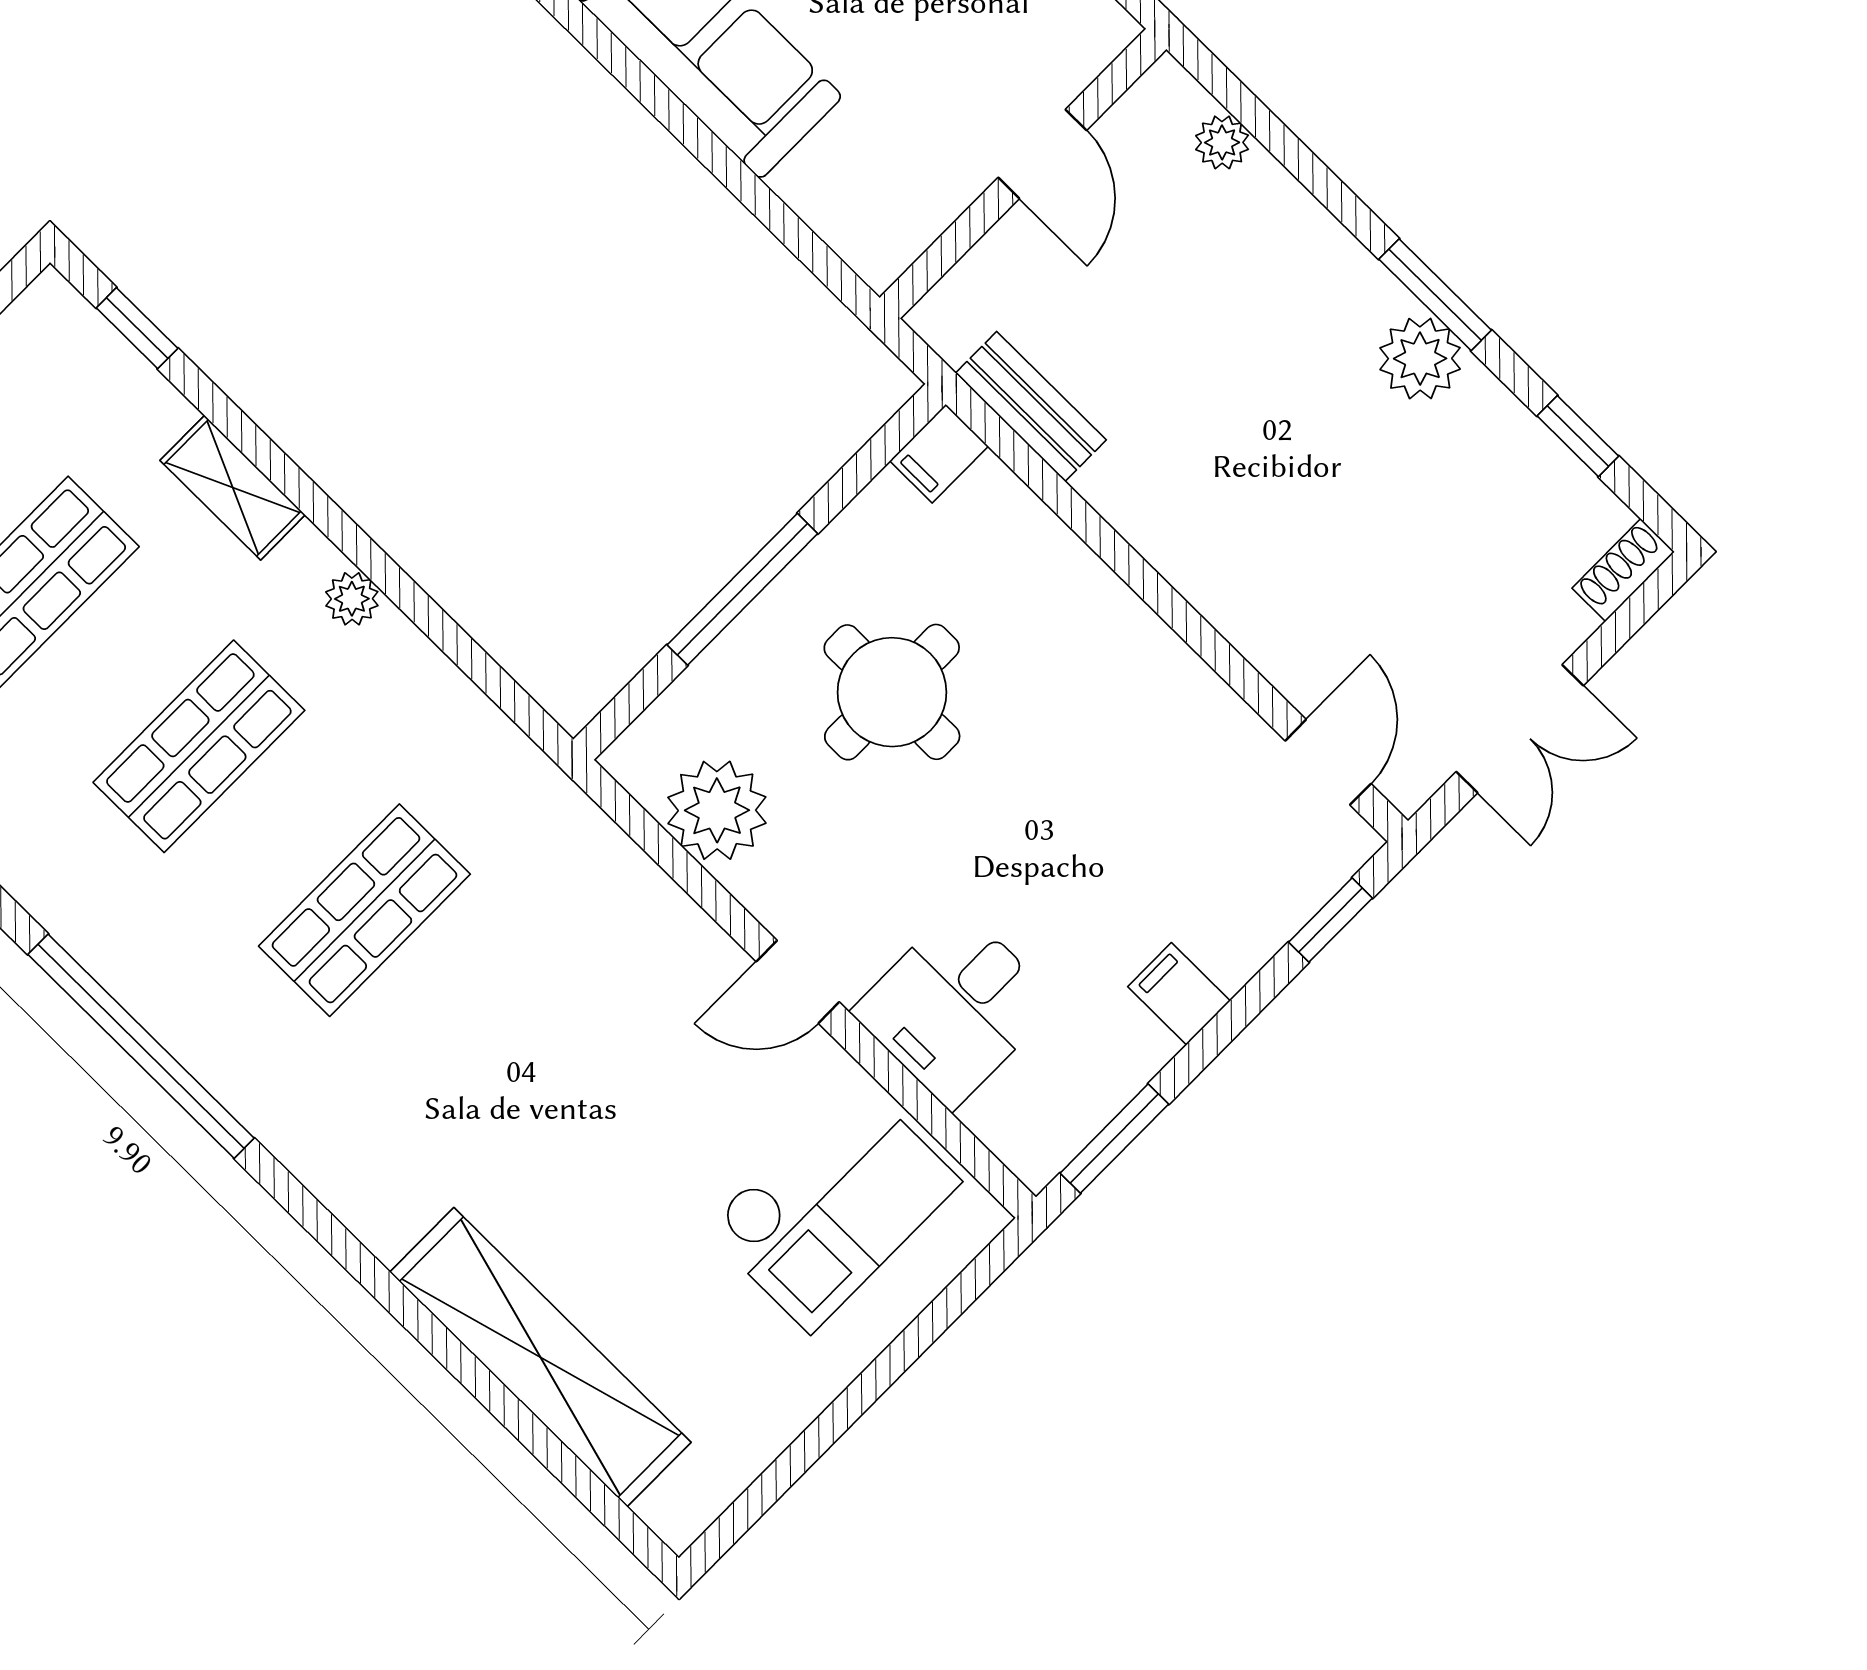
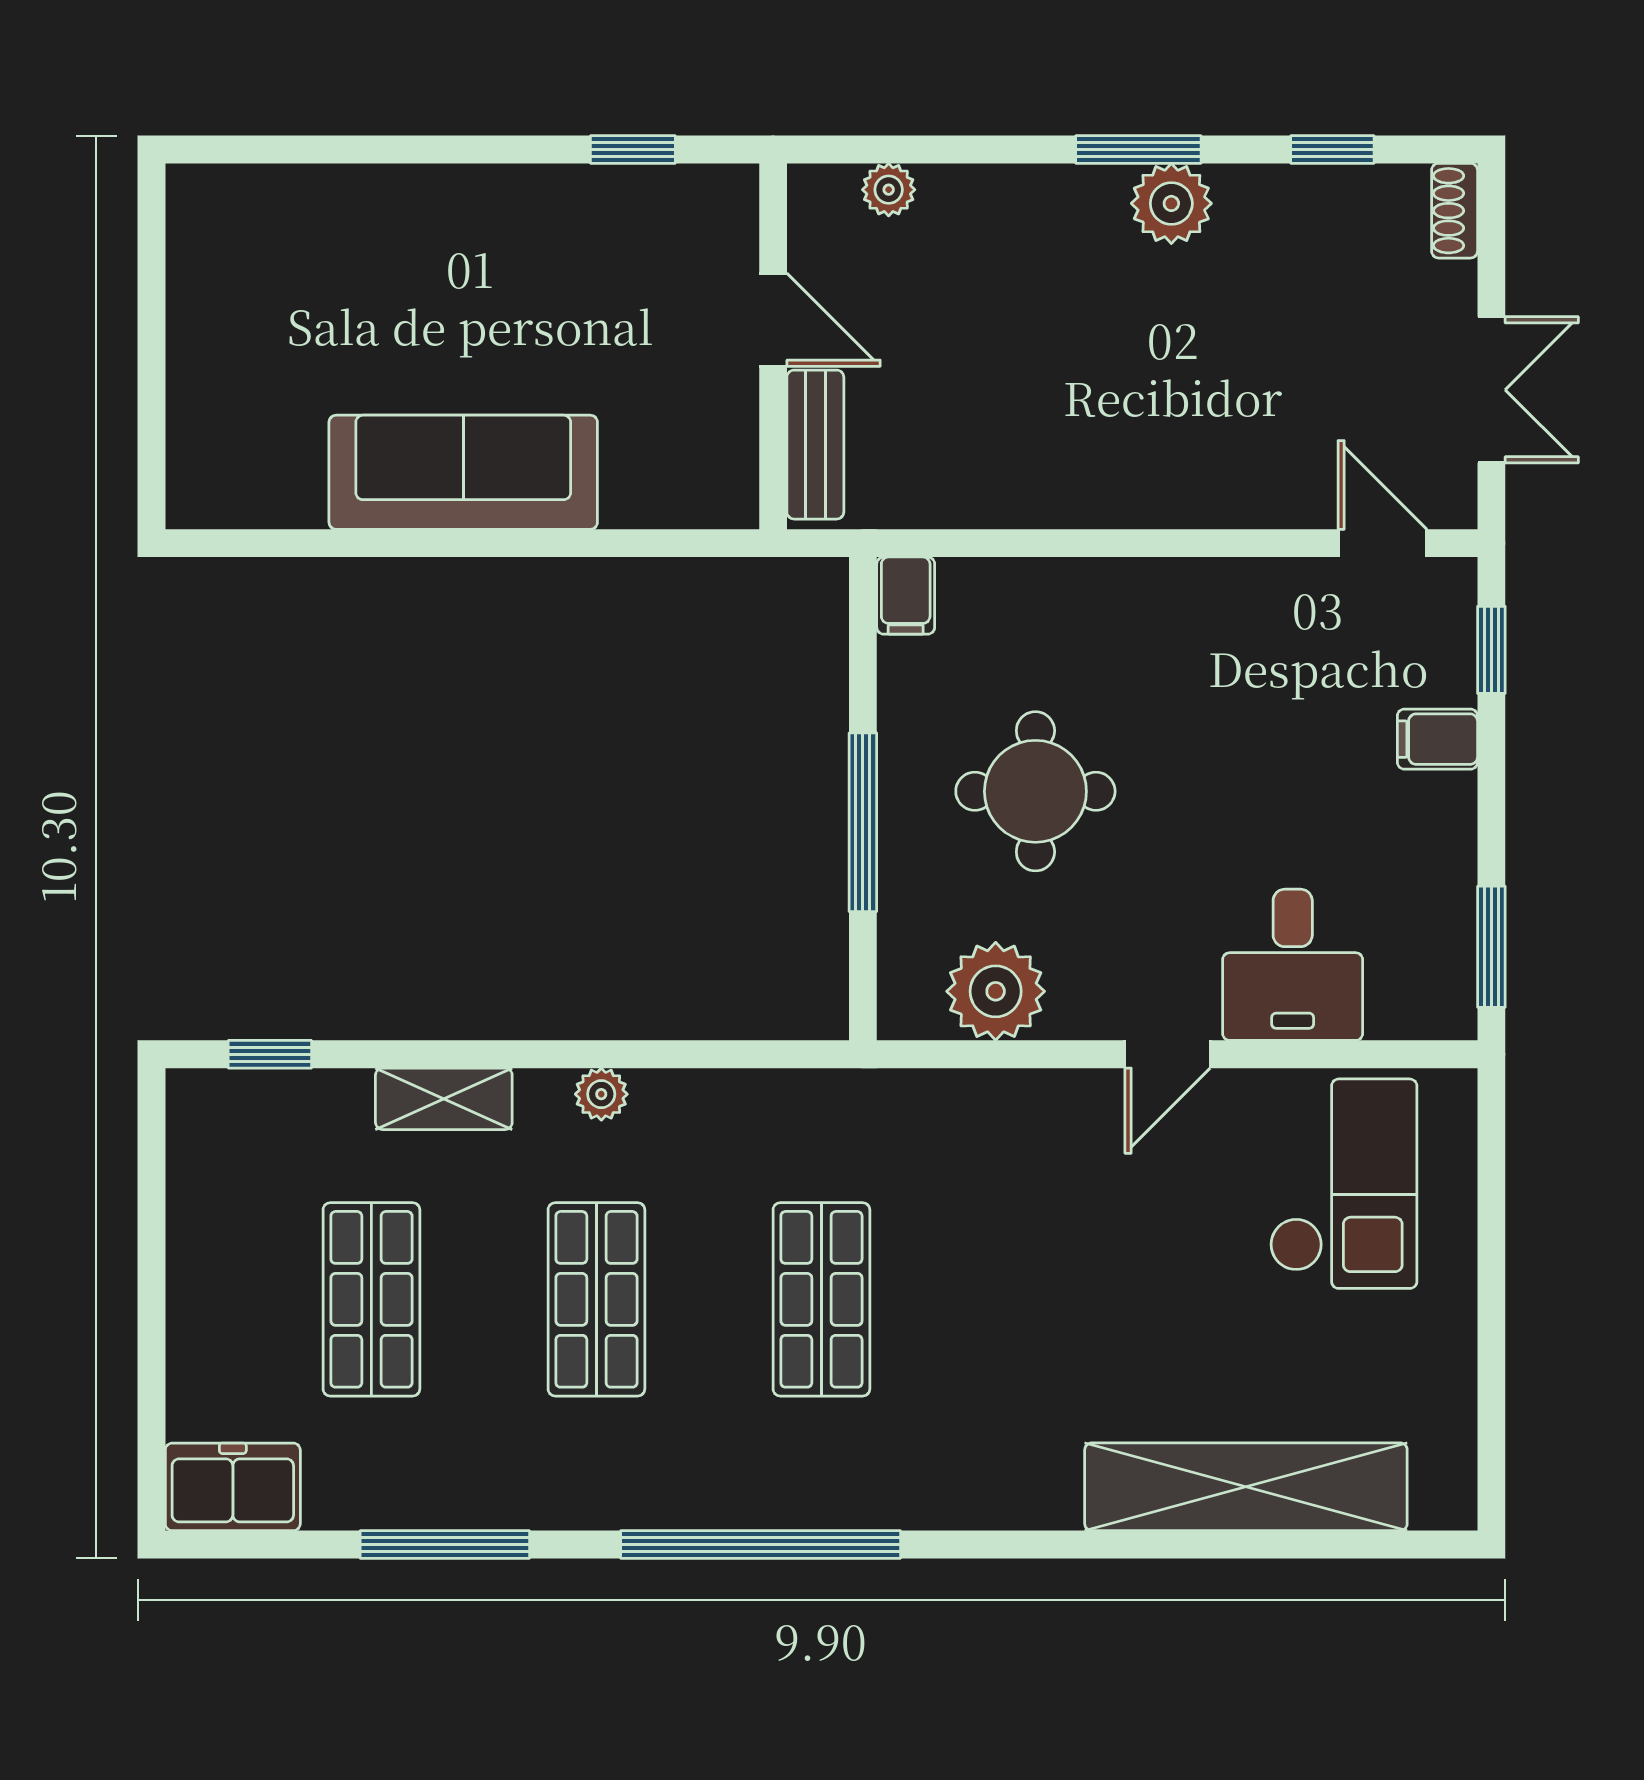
bench: (1031, 407) -> (815, 445), moved, turned 90
filing cabinet: (1179, 994) -> (1437, 739), moved

